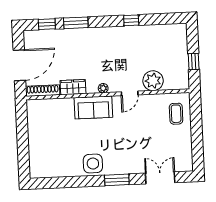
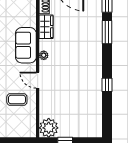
plant: (153, 81) -> (49, 128), moved
coffee table: (176, 114) -> (17, 99), moved

